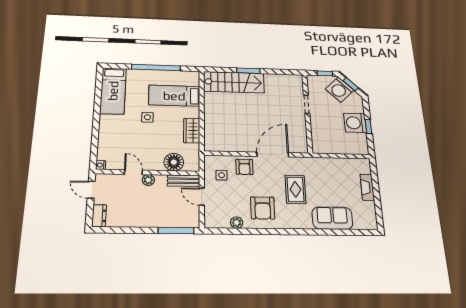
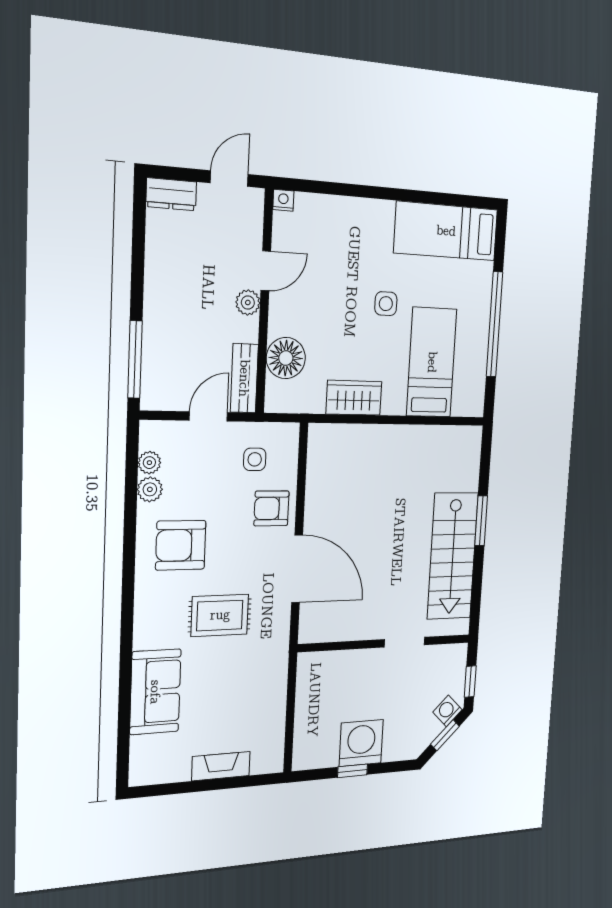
stairs: (234, 82) -> (453, 556), moved
washing machine: (340, 90) -> (447, 711), width x0.53, depth x0.53
plant: (224, 223) -> (149, 463), added

